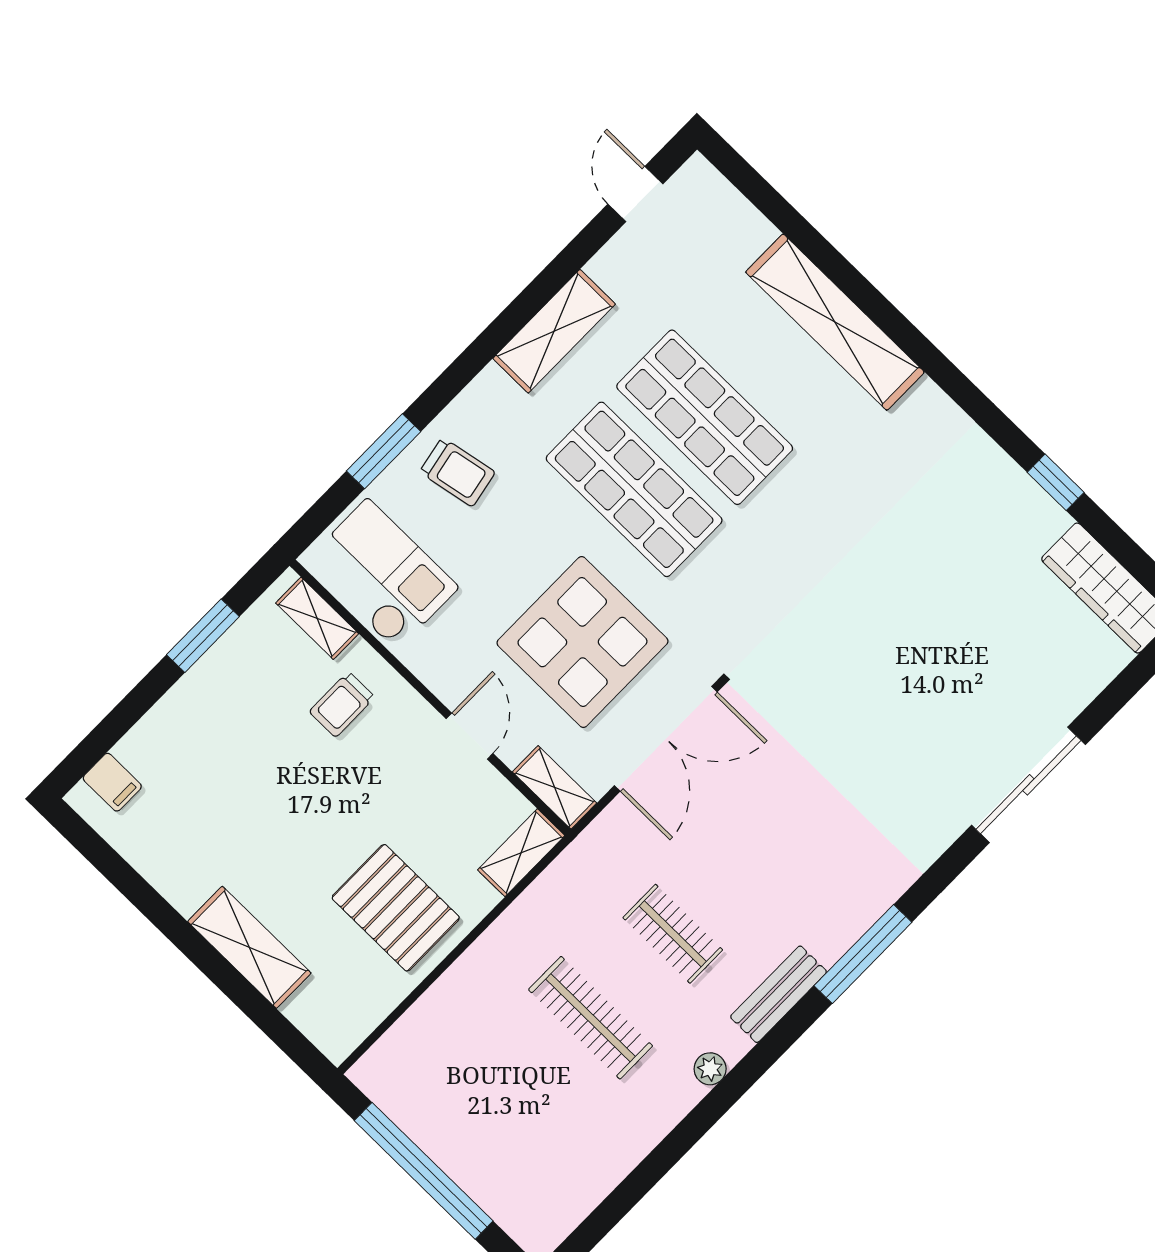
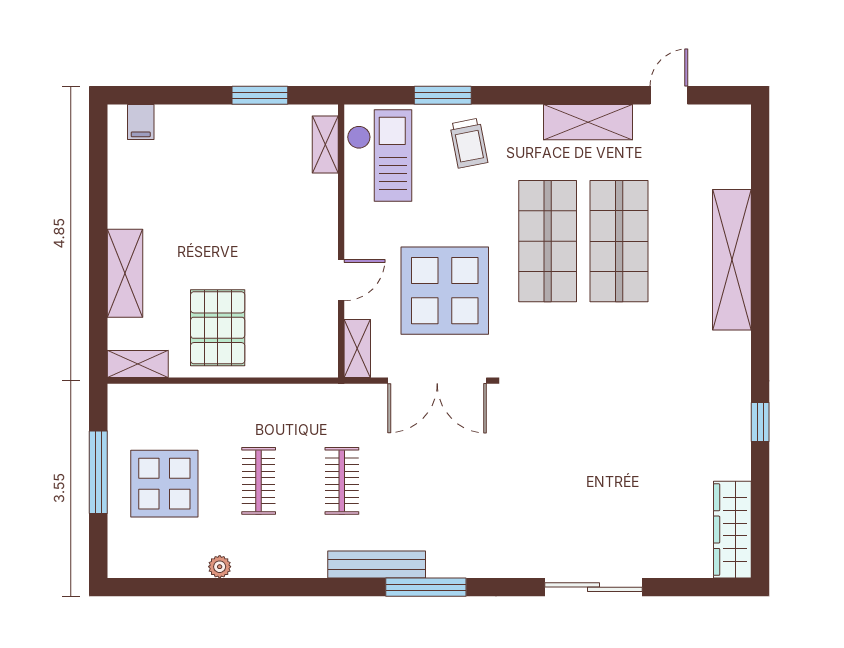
door: (635, 194) -> (669, 95), moved
window: (1056, 482) -> (760, 422), moved
trolley: (342, 704) -> (294, 200), removed
shelving: (521, 853) -> (138, 364), moved
bench: (779, 994) -> (377, 564), width x1.36
clothes rail: (591, 1018) -> (259, 481), width x0.73
plant: (710, 1069) -> (220, 567), moved
display table: (500, 1115) -> (164, 484), added
window: (424, 1171) -> (98, 472), width x0.68

